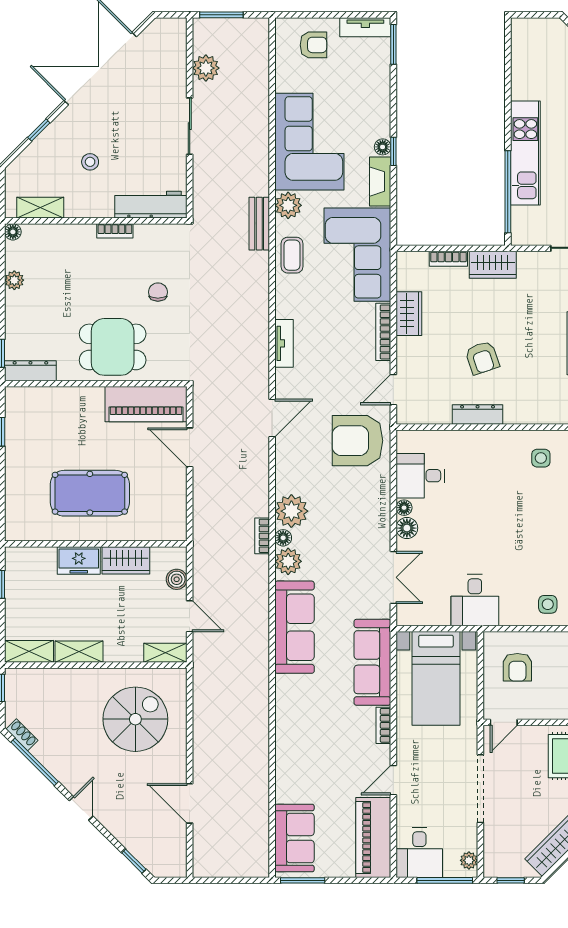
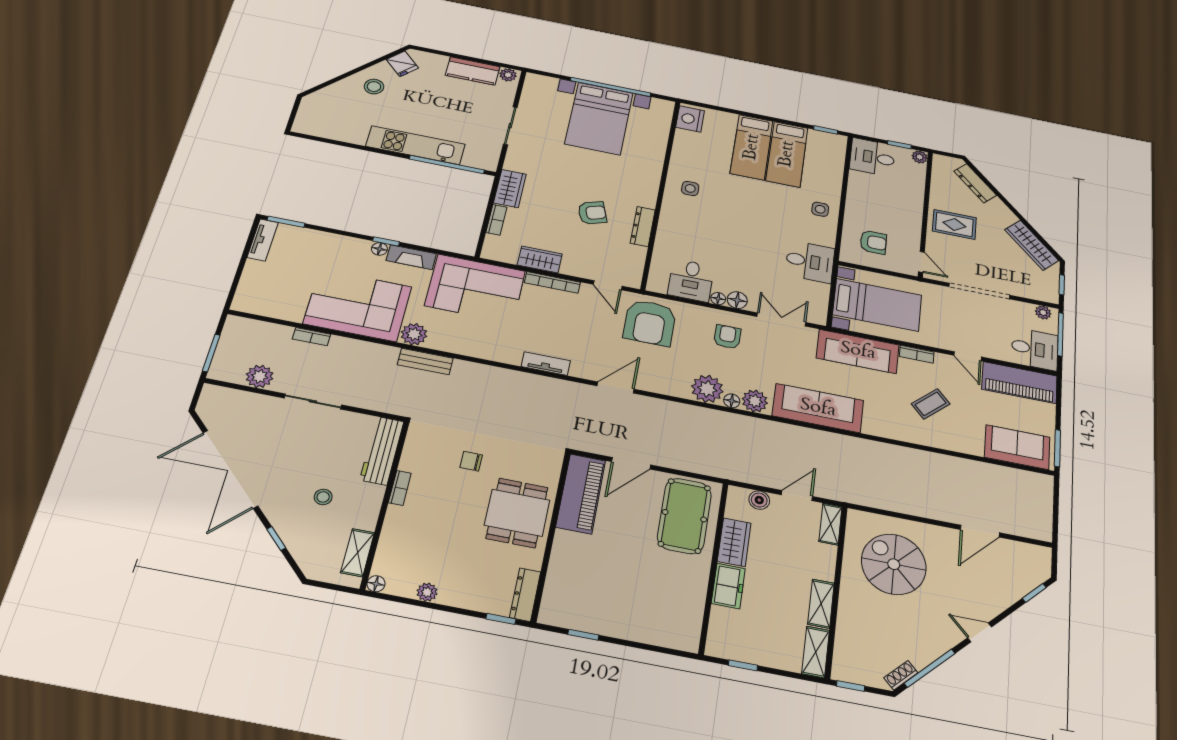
armchair: (313, 45) -> (727, 337), moved
coffee table: (292, 255) -> (931, 404), moved, turned -43
door: (272, 418) -> (616, 387), hinge flipped
pool table: (90, 493) -> (684, 516), moved
bookcase: (262, 536) -> (311, 337), moved

